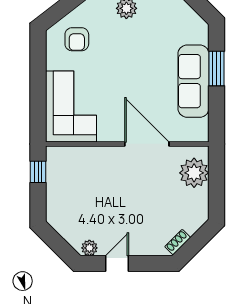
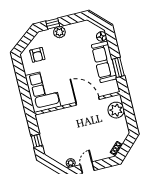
floor lamp: (200, 34) -> (101, 36), added
window: (216, 69) -> (118, 67), moved
window: (38, 172) -> (37, 141), moved

